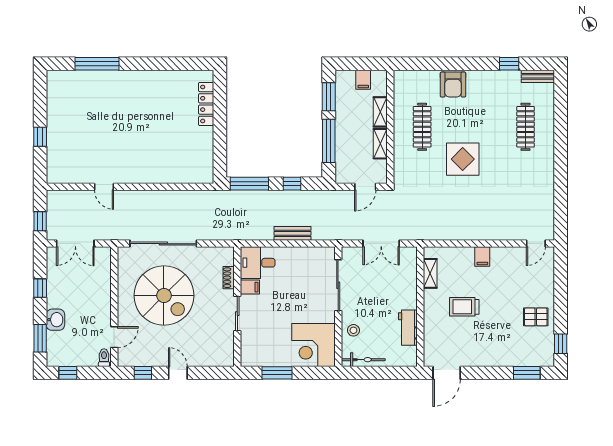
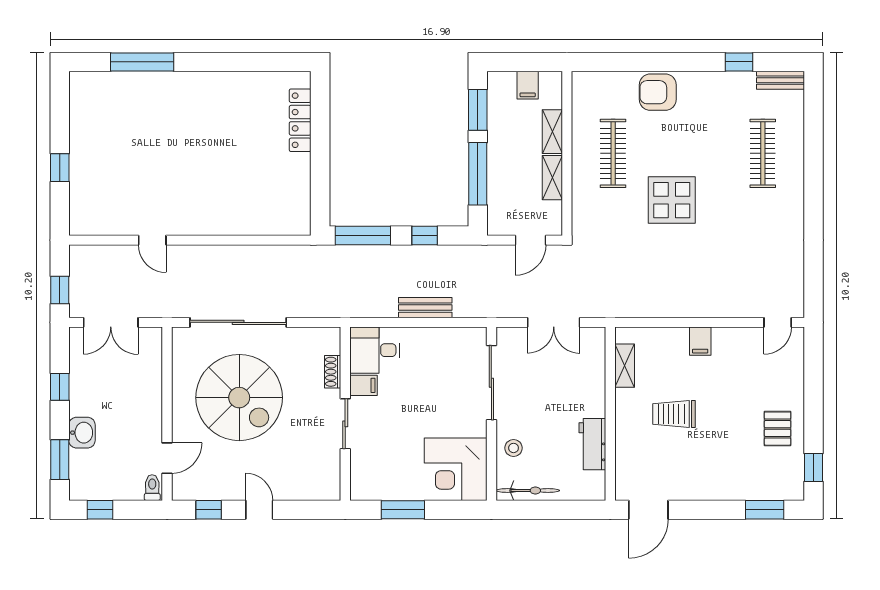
armchair: (453, 85) -> (658, 92), turned 90
pallet: (536, 317) -> (778, 429), turned 90

